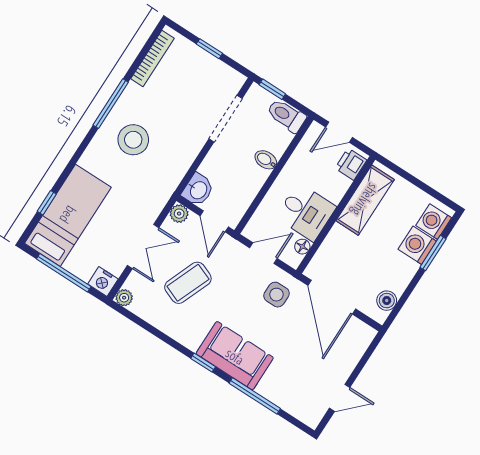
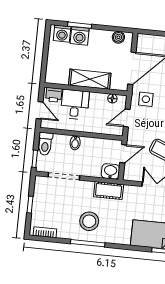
bookcase: (152, 59) -> (45, 232), width x0.64
stool: (133, 140) -> (89, 221), moved
cot: (171, 173) -> (109, 191), added
shelving: (365, 200) -> (90, 79), moved
desk: (306, 212) -> (75, 104), moved
plant: (179, 214) -> (129, 175), removed
door: (263, 253) -> (127, 118), hinge flipped

